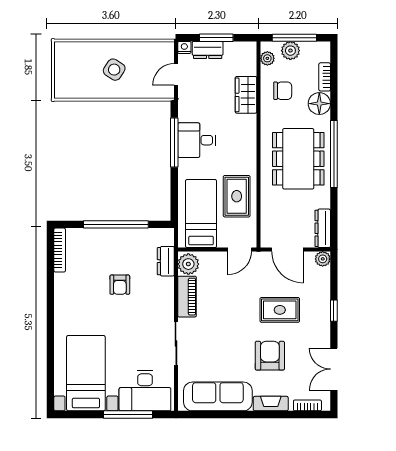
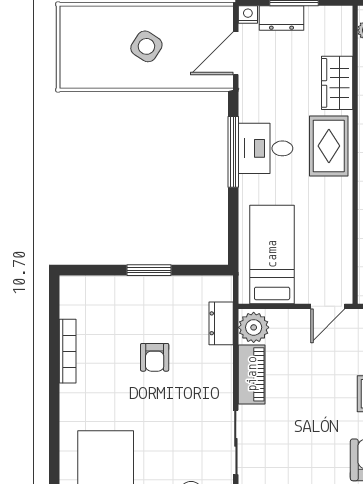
door: (176, 74) -> (236, 53), width x1.37
rug: (237, 196) -> (329, 146), moved
window: (116, 224) -> (149, 270), width x0.47
bookcase: (60, 250) -> (68, 351), moved

